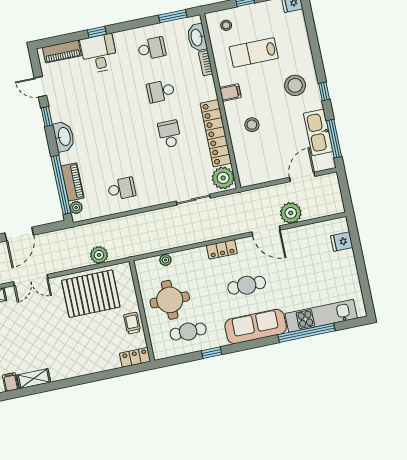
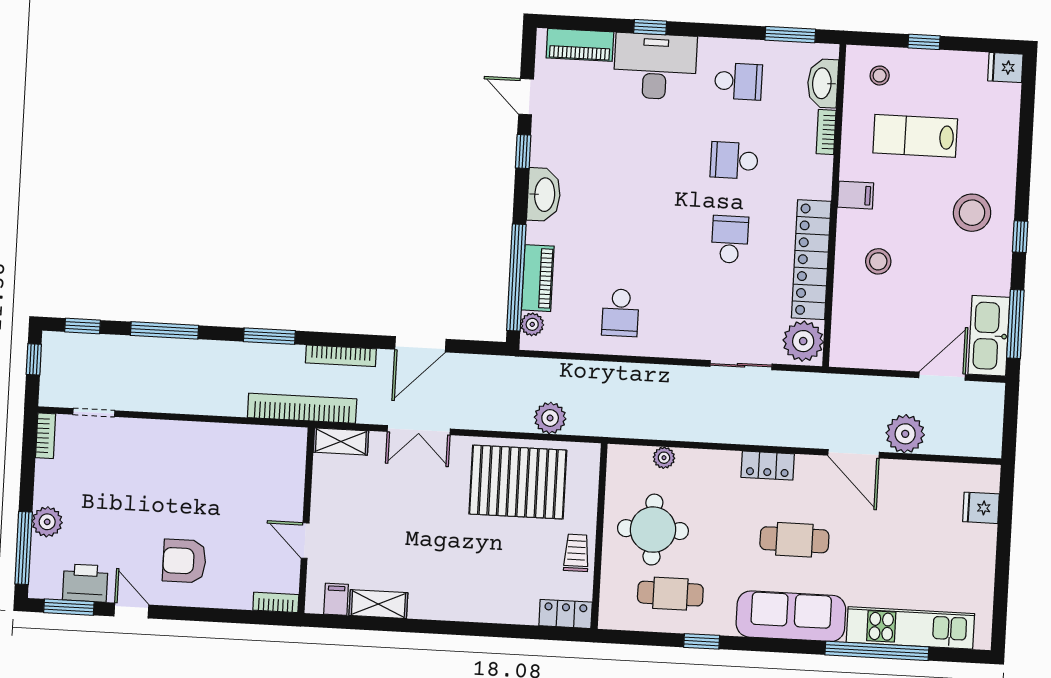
desk: (99, 54) -> (655, 66), width x1.37
kitchen sink: (318, 132) -> (989, 336), moved
school desk: (122, 189) -> (620, 313), turned 90

